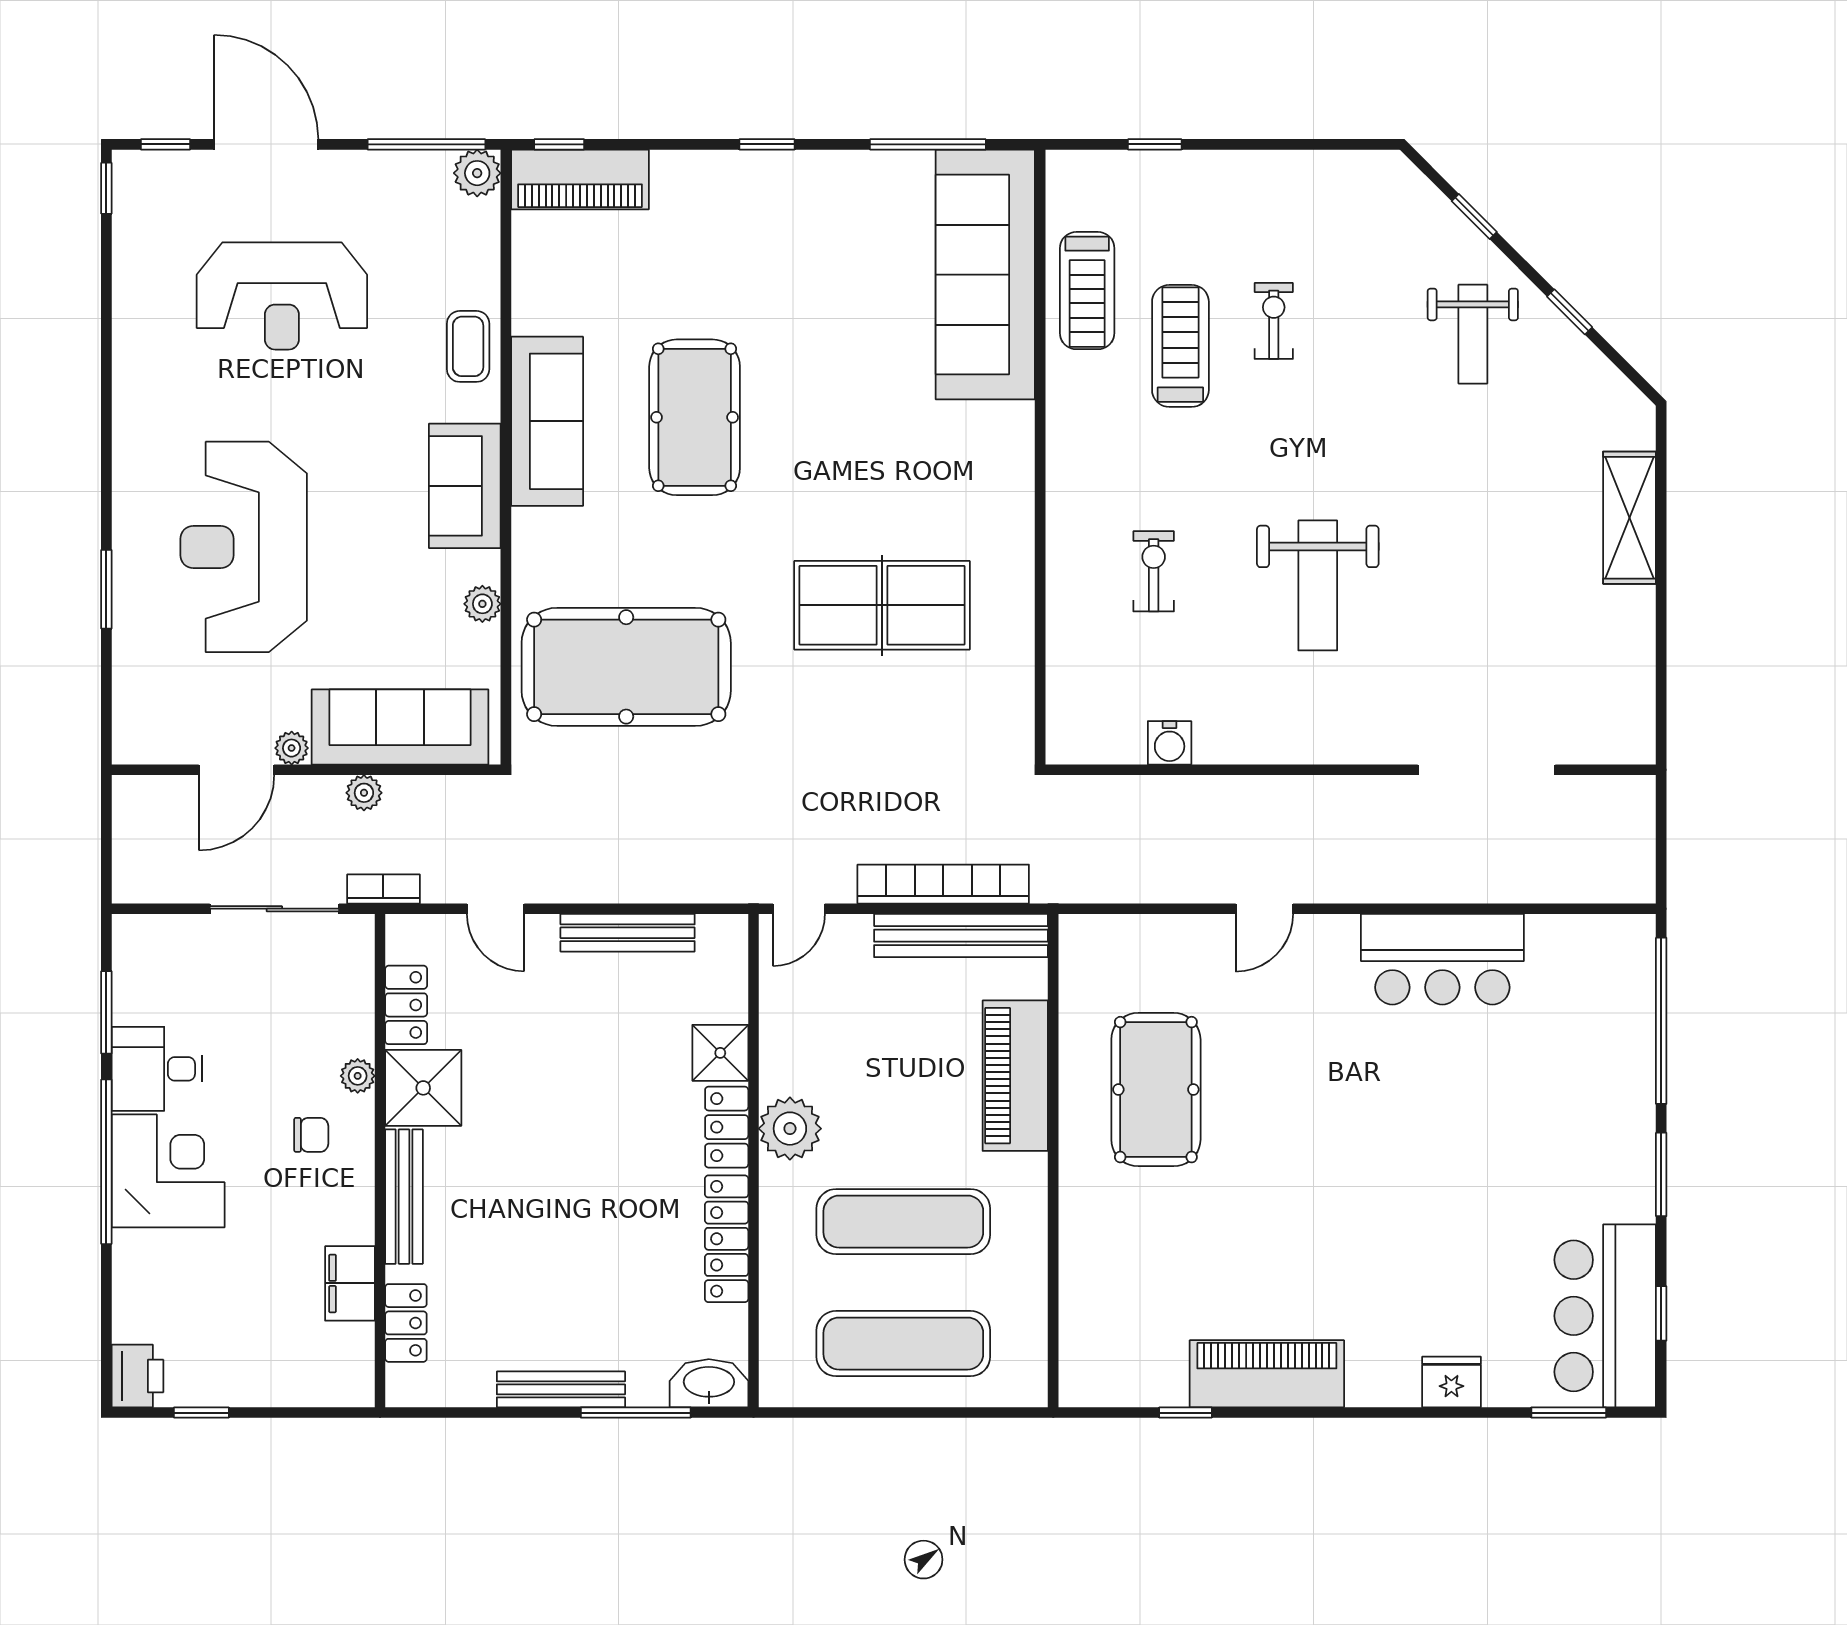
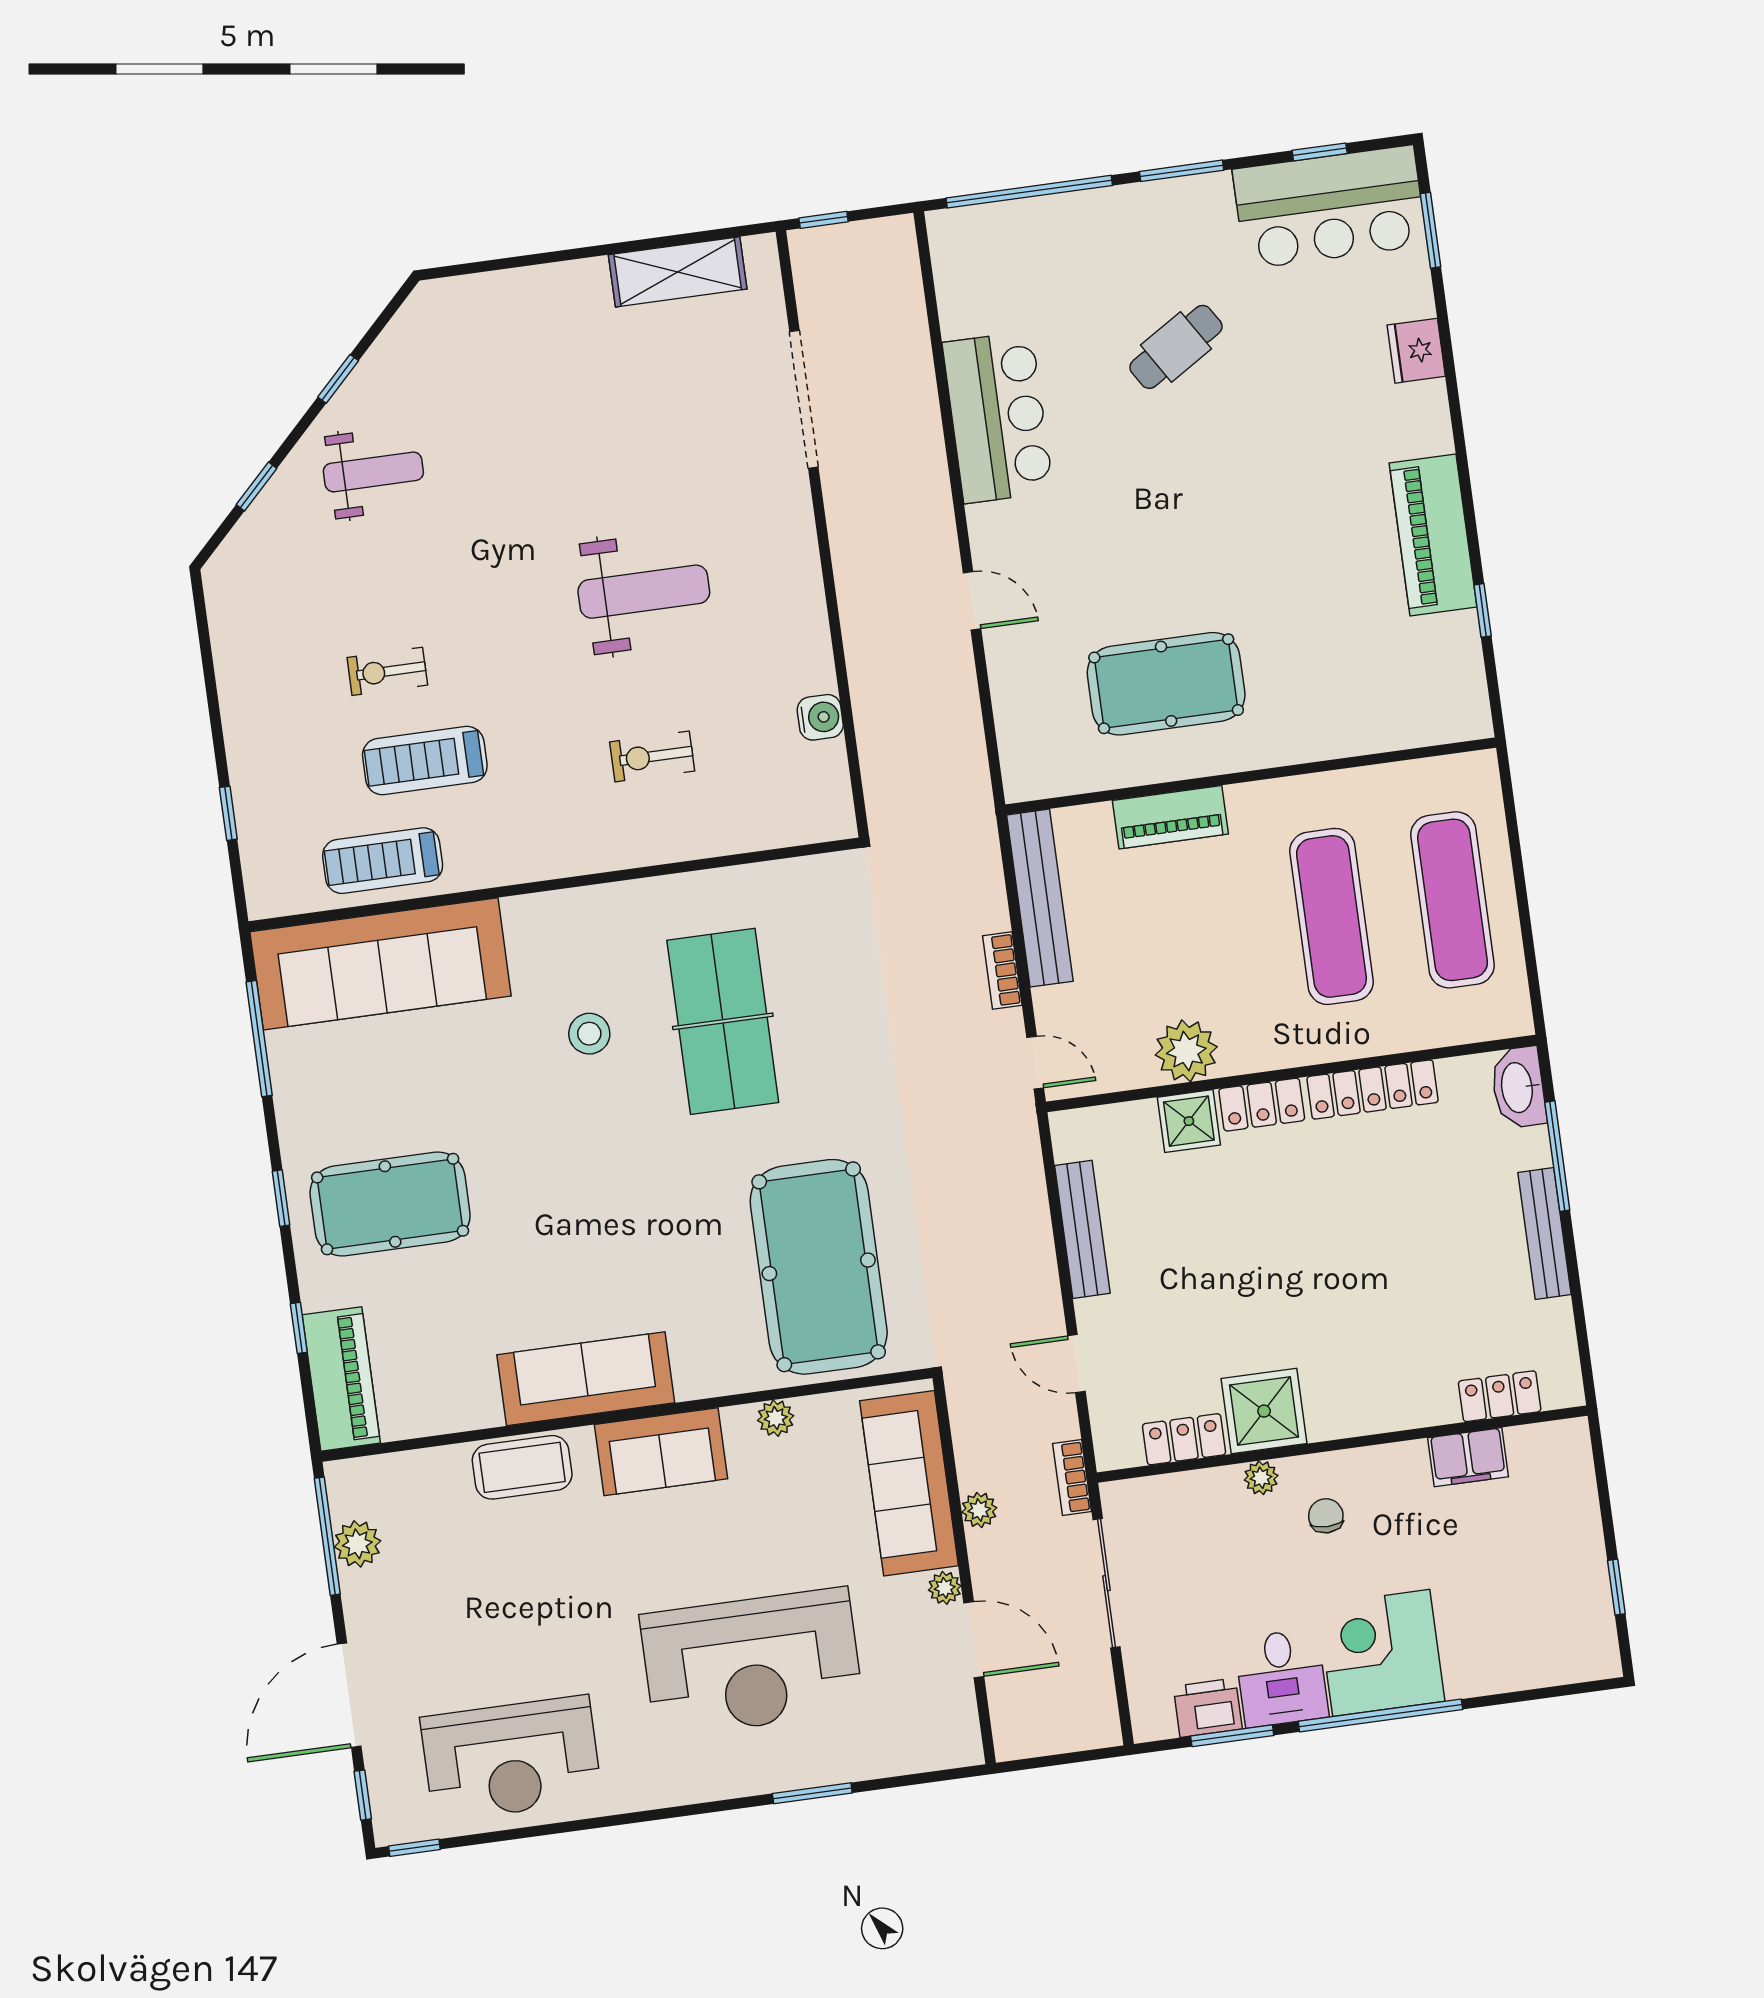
window: (559, 144) -> (299, 1328), moved
plant: (477, 173) -> (357, 1544), moved
treadmill: (1087, 291) -> (383, 861), turned 180
reception desk: (282, 296) -> (511, 1759), moved, turned 90
coffee table: (468, 346) -> (522, 1467), width x1.36, depth x1.30
pool table: (695, 417) -> (390, 1204), moved
stool: (888, 472) -> (589, 1034), added
shelving: (1630, 518) -> (678, 272), moved
window: (1661, 814) -> (823, 220), added
bookcase: (943, 884) -> (1002, 970), width x0.43, depth x0.76
door: (496, 909) -> (1076, 1364), swing flipped
piano: (1015, 1076) -> (1170, 817), width x0.73, depth x0.75
plant: (790, 1129) -> (1186, 1051), moved
cafe table: (1488, 1145) -> (1176, 347), added
bench: (404, 1197) -> (1375, 1415), removed
printer: (137, 1376) -> (1208, 1708), moved

